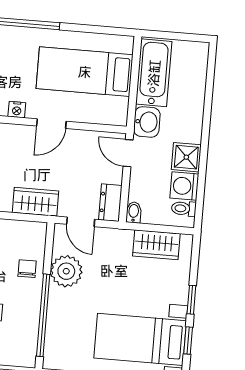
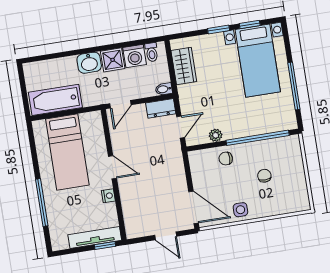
washbasin: (147, 122) -> (89, 63), moved, turned 180
wardrobe: (36, 202) -> (174, 165), removed
plant: (66, 271) -> (216, 135), width x0.53, depth x0.53

